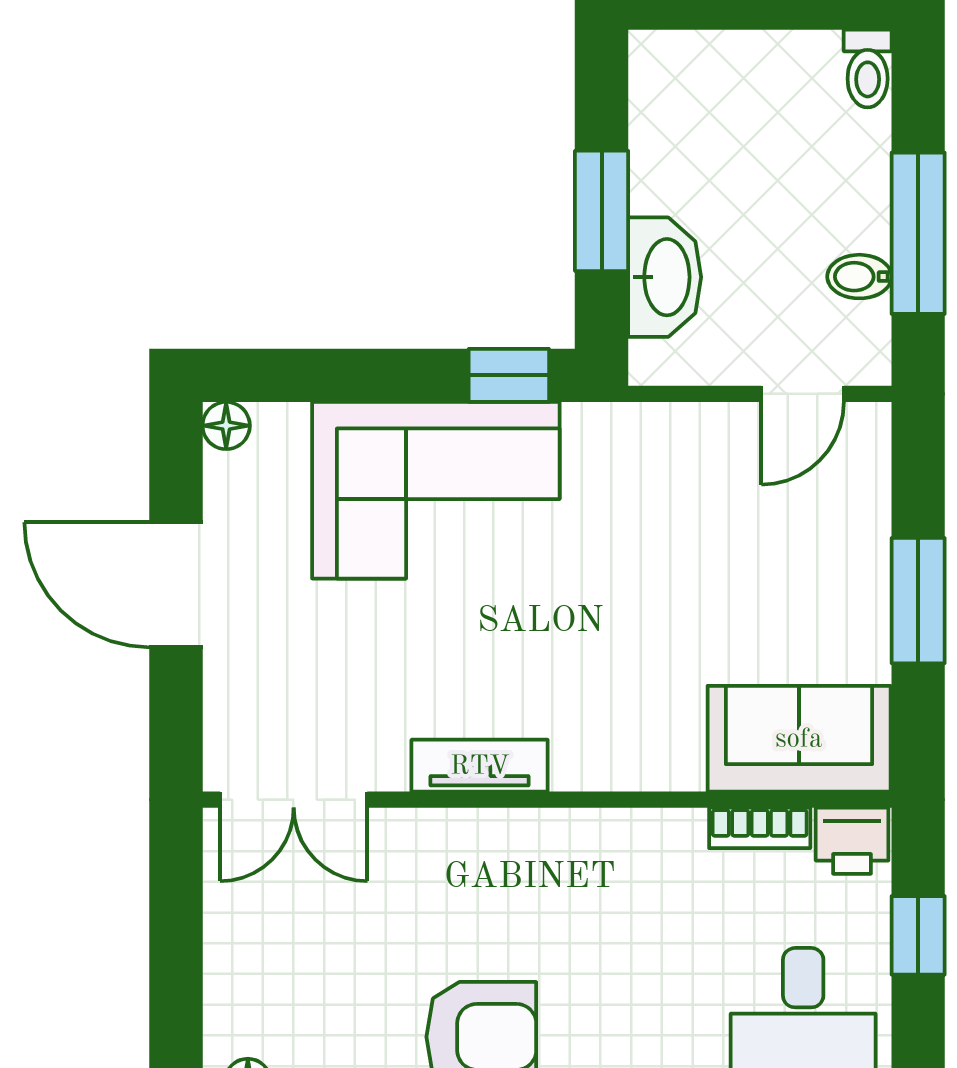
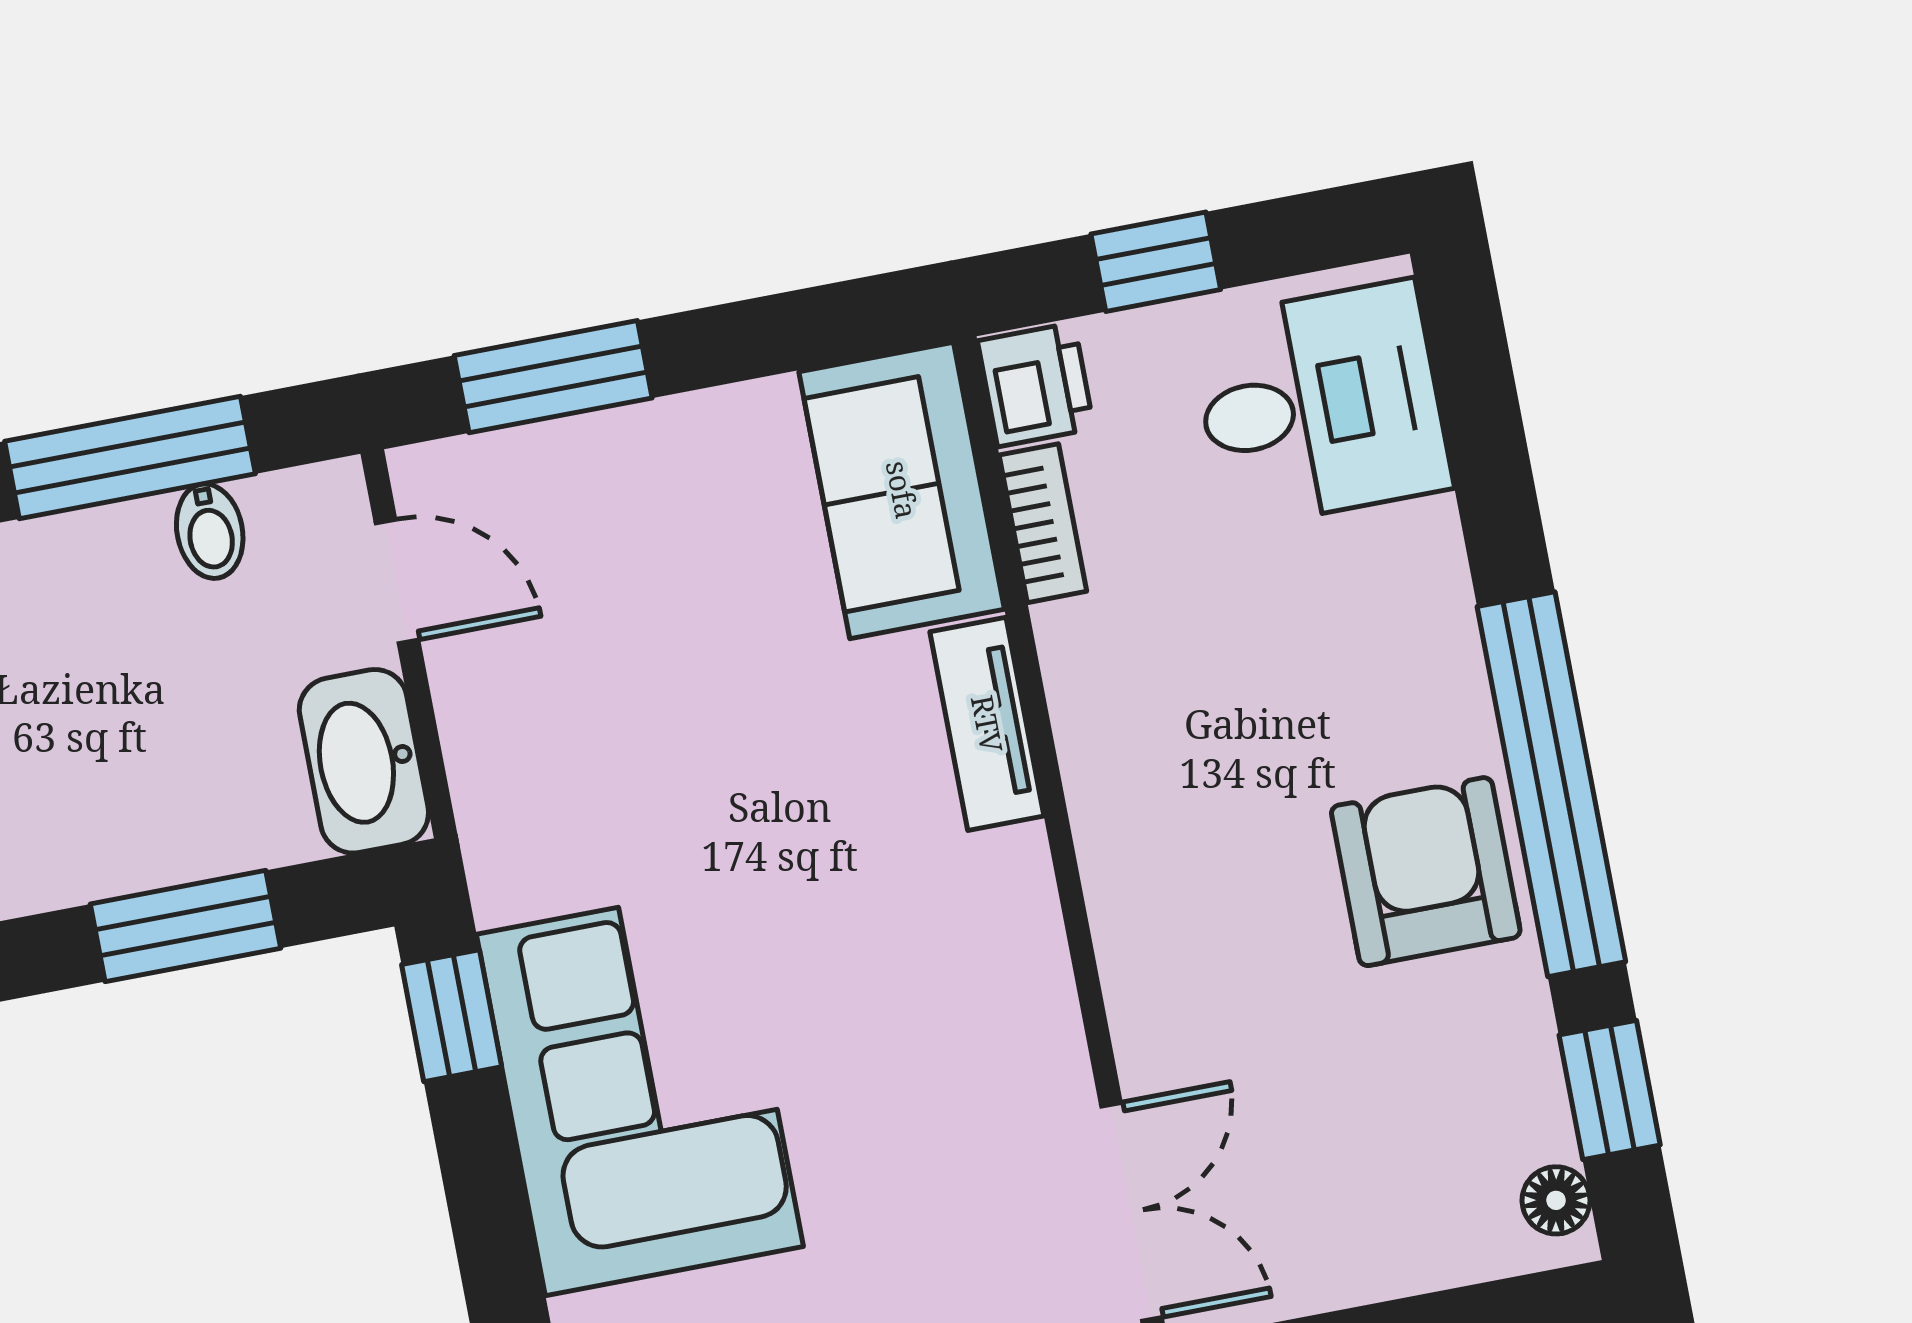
washbasin: (665, 277) -> (364, 761), moved, turned -90
window: (918, 601) -> (553, 377), moved
tv unit: (480, 766) -> (987, 724), moved

